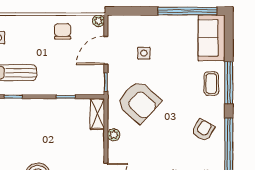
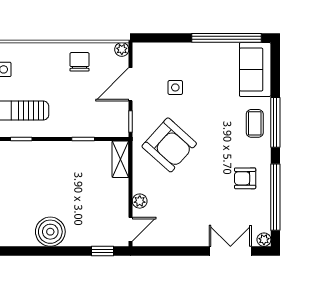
armchair: (203, 130) -> (245, 178), turned -120
plant: (114, 135) -> (140, 201), moved

